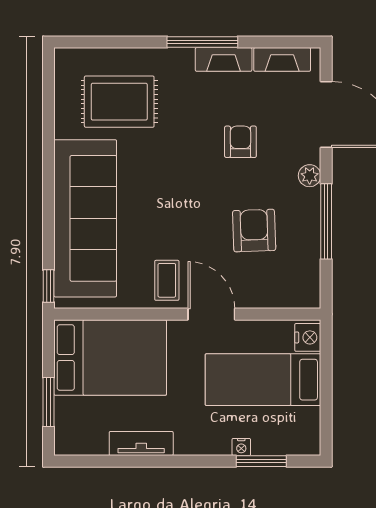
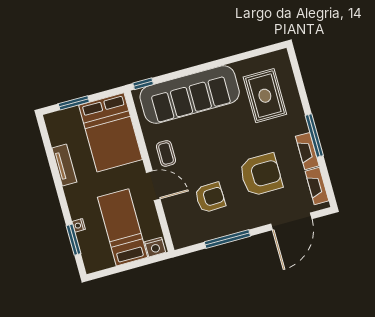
armchair: (240, 142) -> (261, 175), width x1.88, depth x1.88
plant: (310, 176) -> (252, 222), removed
coffee table: (167, 280) -> (166, 153), turned 90
door: (211, 314) -> (153, 186), hinge flipped

